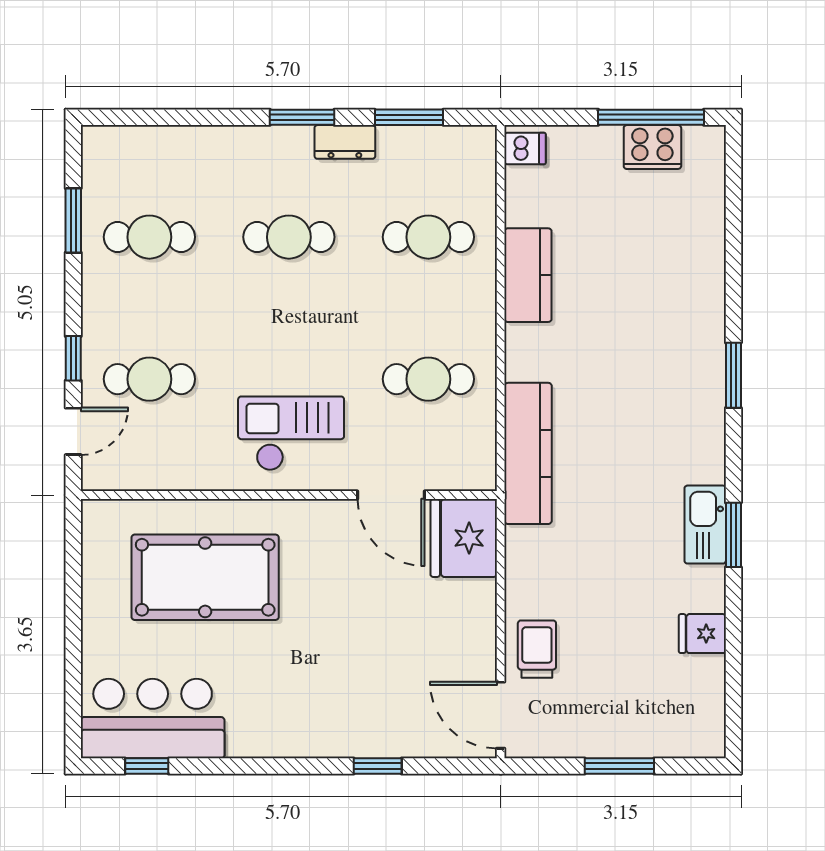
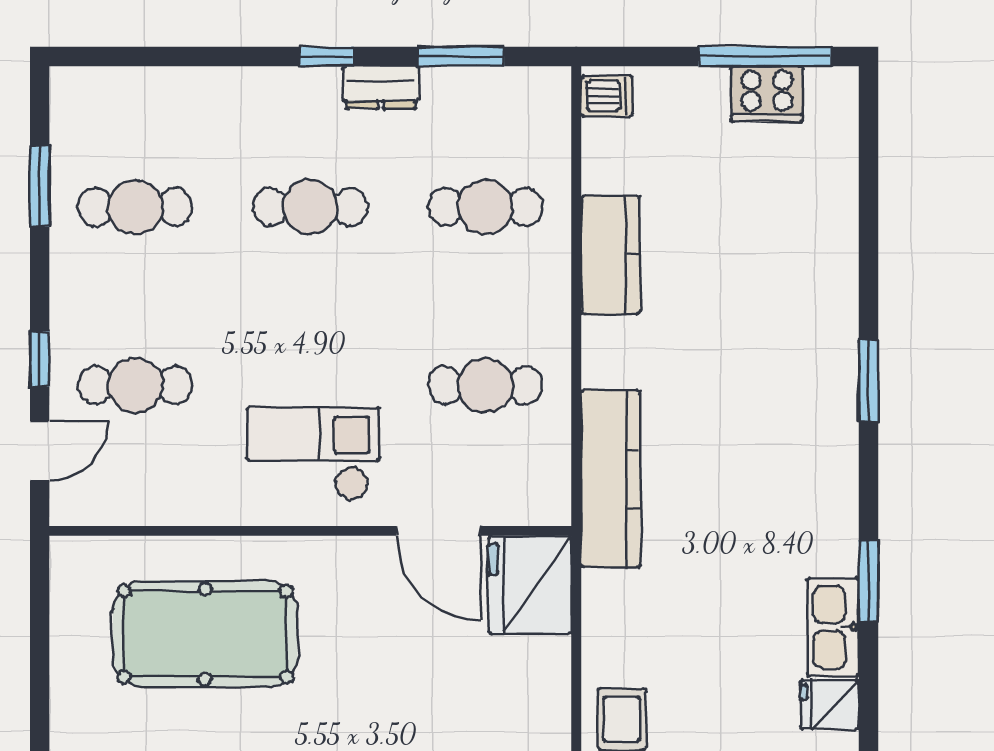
window: (302, 117) -> (327, 57), width x0.67
kitchen sink: (705, 525) -> (833, 627), moved

